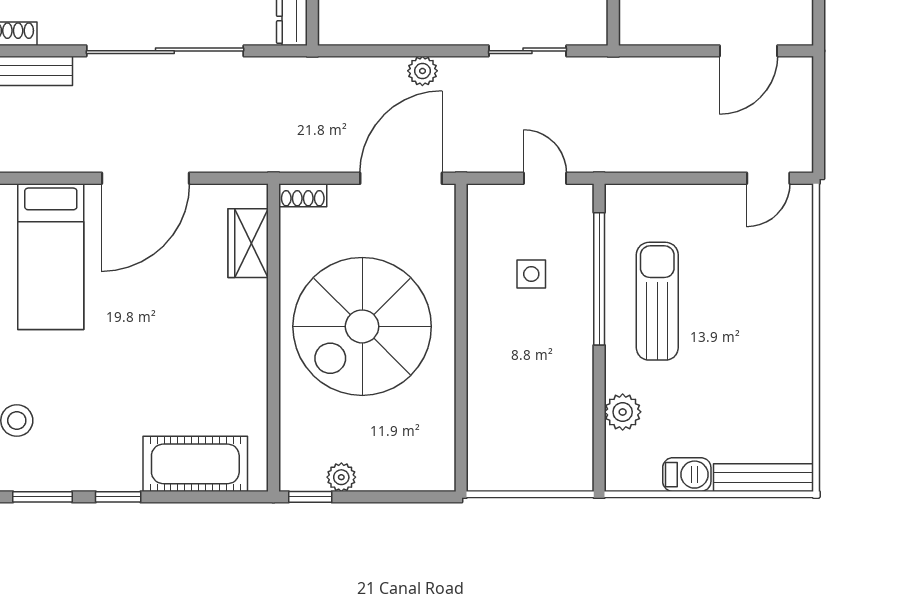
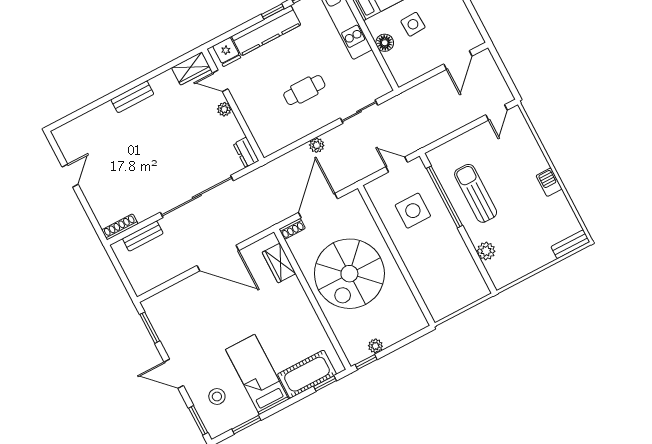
door: (146, 178) -> (218, 258), hinge flipped
door: (401, 178) -> (318, 206), moved
bed: (51, 257) -> (257, 374), moved, turned 180
side table: (531, 274) -> (413, 211), width x1.87, depth x1.87
barbecue: (687, 475) -> (549, 182), moved, turned -90
bench: (763, 478) -> (570, 244), width x0.73
window: (118, 497) -> (325, 384), moved

